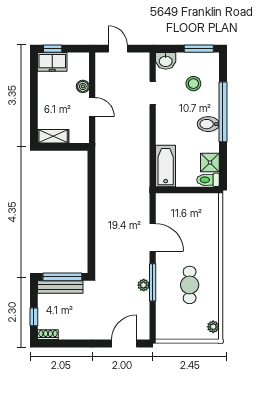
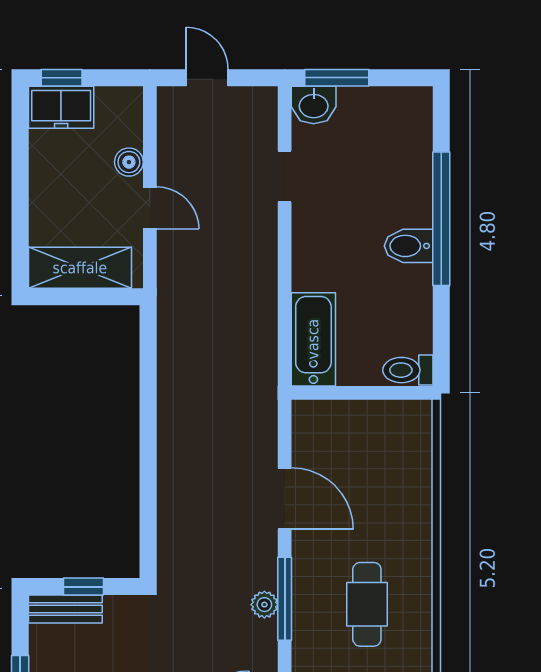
window: (199, 49) -> (337, 78), moved
stool: (193, 84) -> (375, 156), removed
shelving: (53, 136) -> (80, 268), width x1.50, depth x1.33
shower: (210, 162) -> (412, 331), removed
window: (62, 277) -> (84, 587), width x0.46
bench: (60, 287) -> (65, 609), width x0.73

